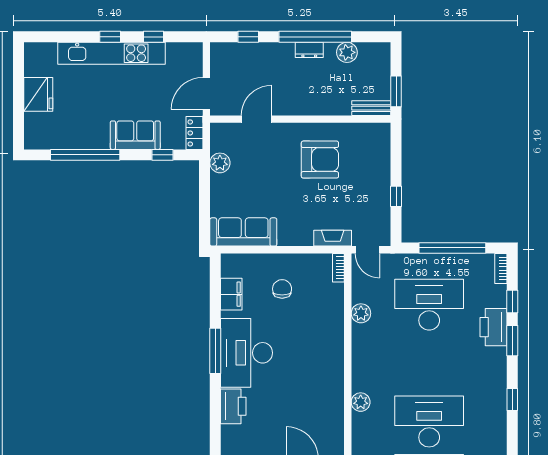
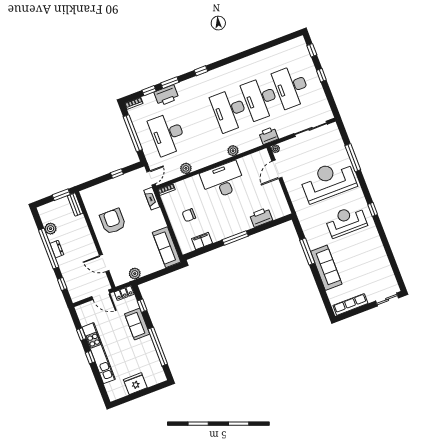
desk: (247, 353) -> (223, 180), moved, turned 180

